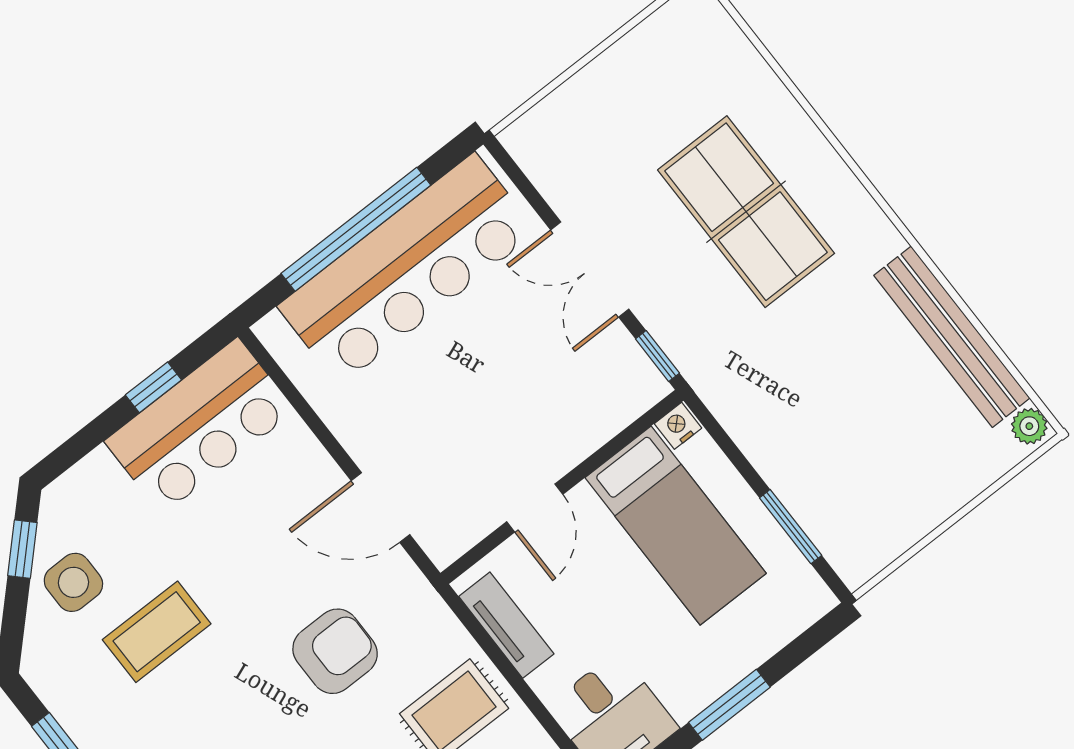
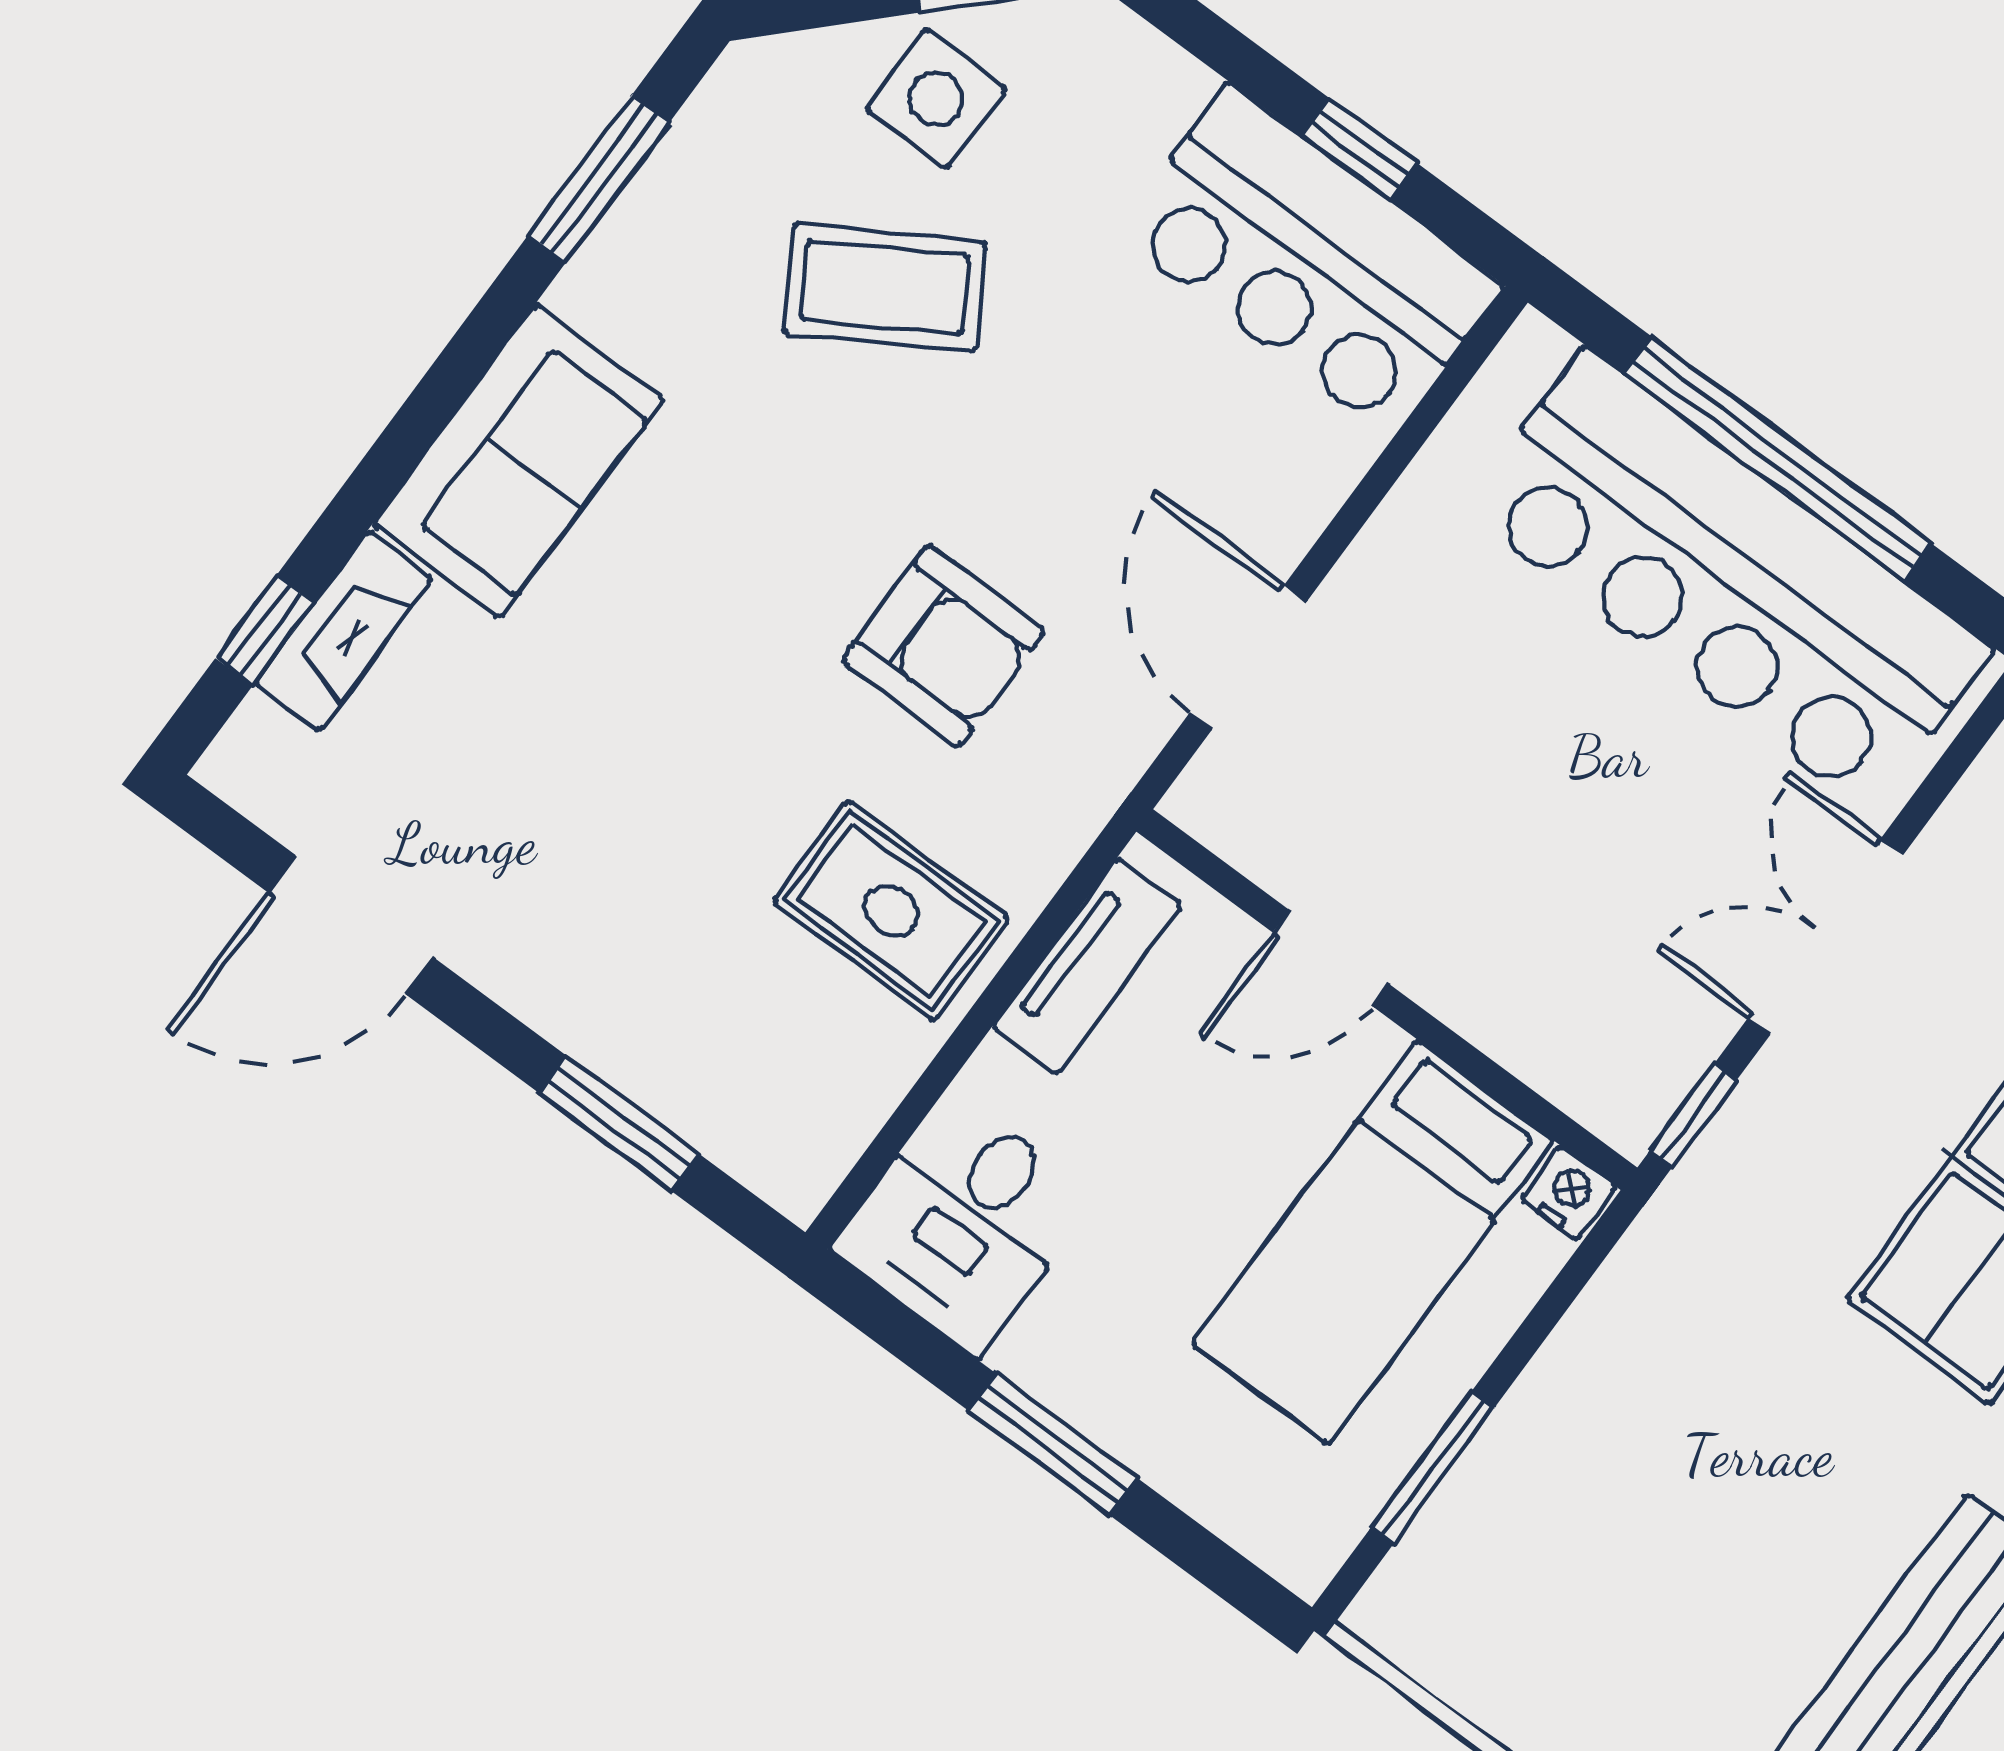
coffee table: (157, 632) -> (885, 288), turned -31

